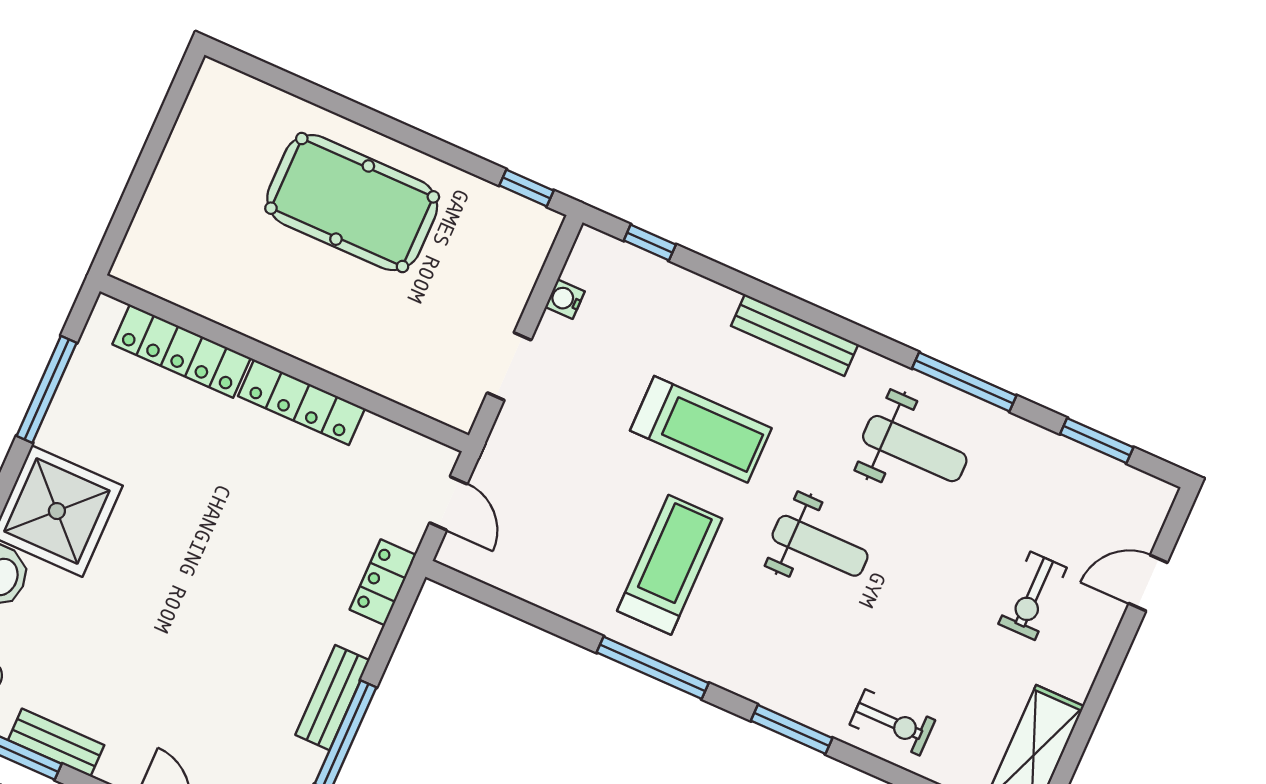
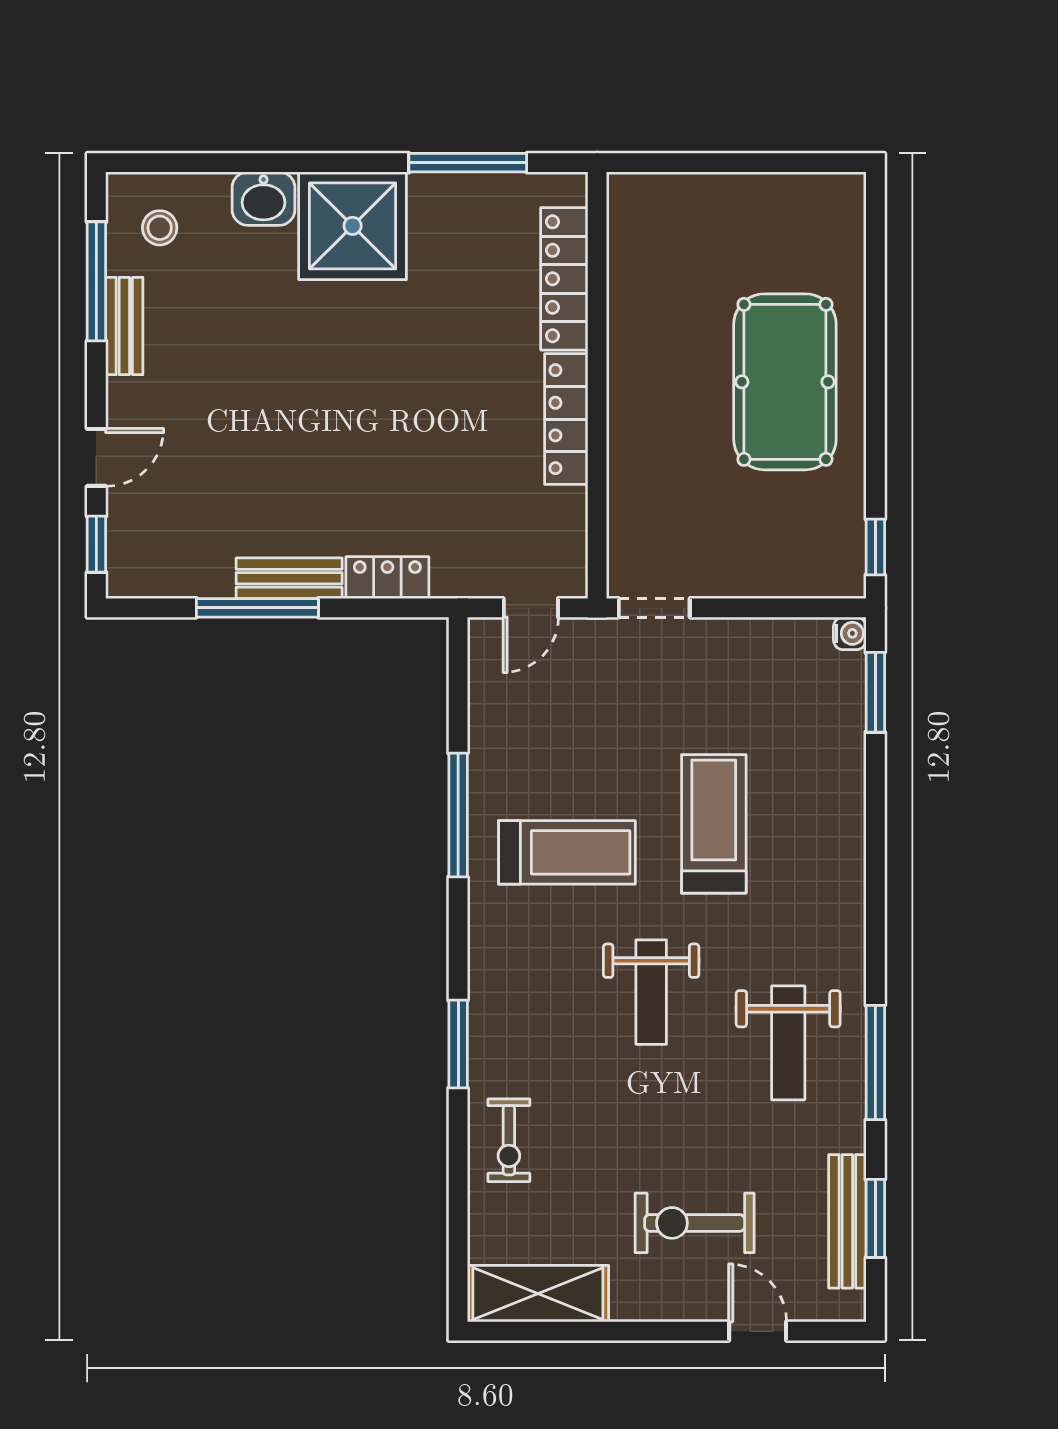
window: (650, 243) -> (875, 692), width x1.50
water cooler: (565, 299) -> (850, 633), moved, turned 90
bench: (795, 335) -> (847, 1221), moved
doorway: (509, 366) -> (654, 608), moved
treadmill: (701, 429) -> (714, 824), turned 180
locker: (383, 582) -> (387, 578), moved
exercise bike: (1033, 596) -> (695, 1223), width x1.38, depth x1.39
window: (653, 668) -> (458, 815), moved

